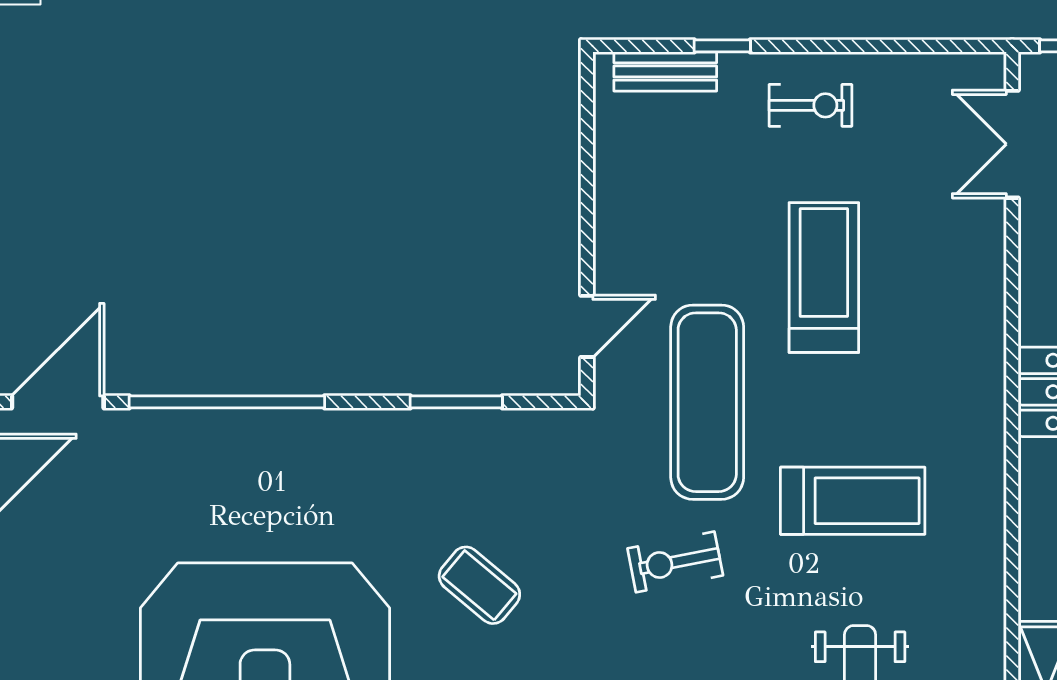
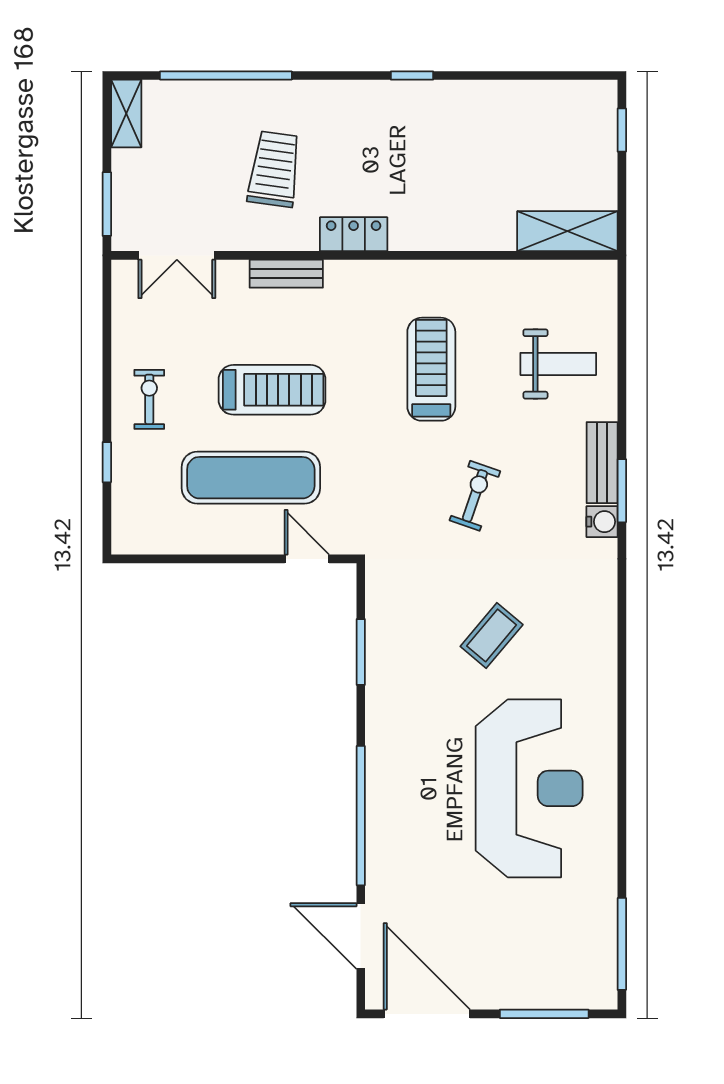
bench: (665, 71) -> (286, 274), moved, turned 90
treadmill: (824, 277) -> (272, 390), turned 180
exercise mat: (707, 402) -> (251, 478), moved
exercise bike: (675, 562) -> (475, 496), turned -150

